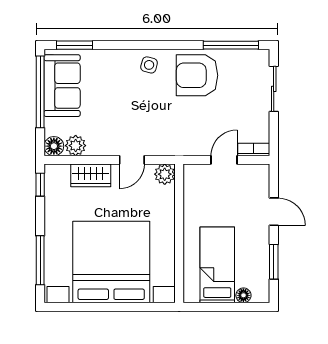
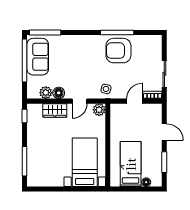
window: (75, 45) -> (45, 32), width x1.44
window: (231, 45) -> (117, 32), moved
side table: (149, 65) -> (106, 89), moved
sliding door: (274, 89) -> (164, 74), moved
floor lamp: (54, 146) -> (59, 93), moved
bed with nightstands: (111, 262) -> (85, 162), width x0.54

